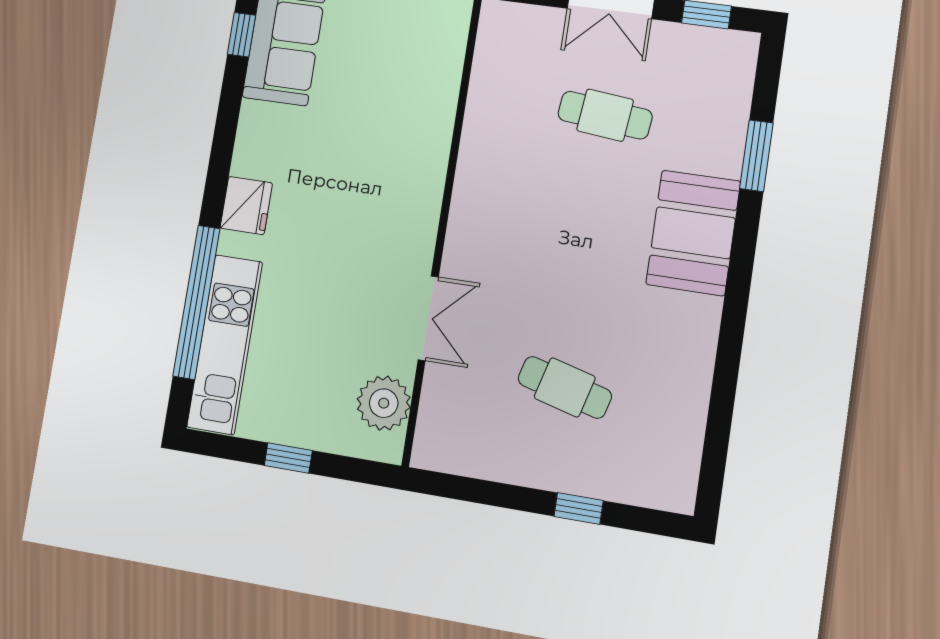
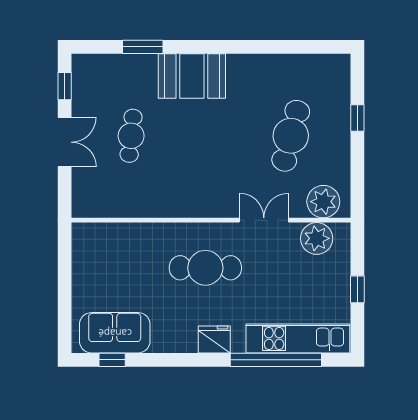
cafe table: (365, 208) -> (205, 268), added
cafe table: (565, 387) -> (291, 136), width x1.37, depth x1.35
plant: (444, 425) -> (323, 202), added

